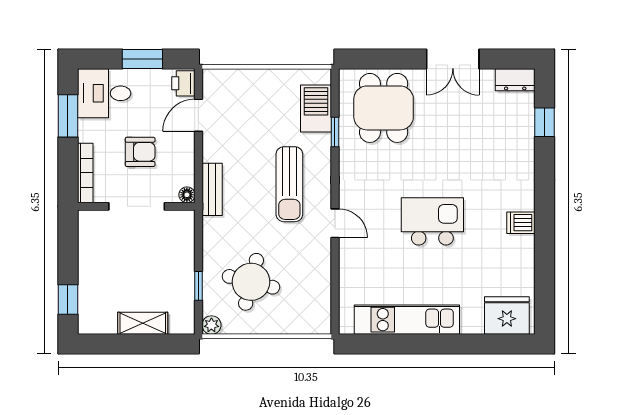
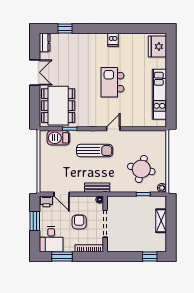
dining table: (384, 108) -> (58, 106), width x1.38

